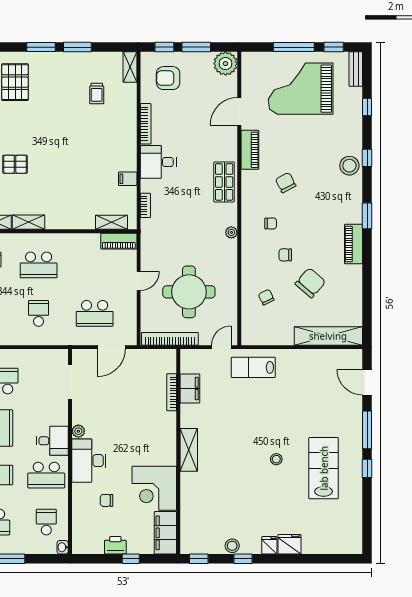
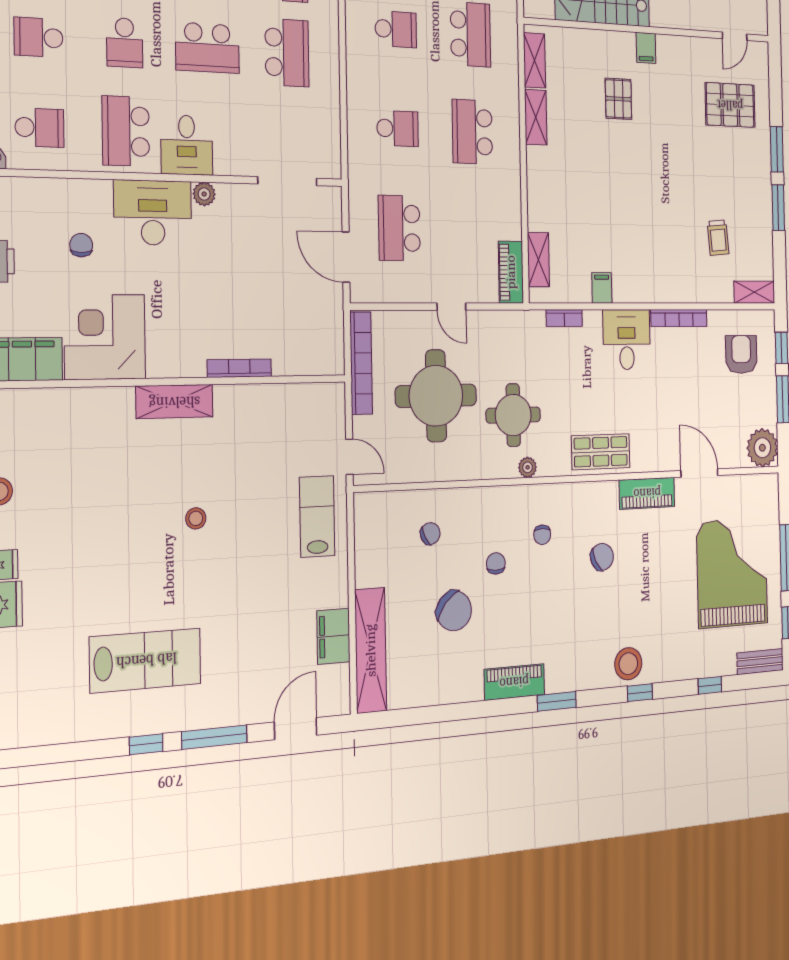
trolley: (97, 93) -> (718, 238), turned -95
round table: (201, 241) -> (513, 415), added
filing cabinet: (190, 388) -> (333, 636), moved, turned 90
bookcase: (172, 392) -> (239, 368), moved
stool: (276, 459) -> (196, 518), moved

